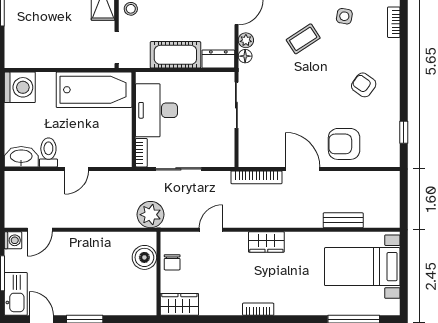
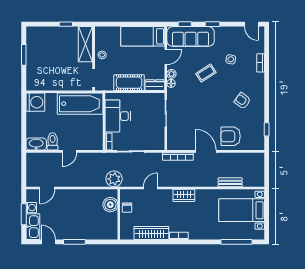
washing machine: (13, 240) -> (31, 208), moved
wardrobe: (179, 304) -> (151, 233), moved, width x1.50

